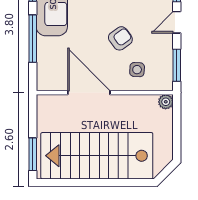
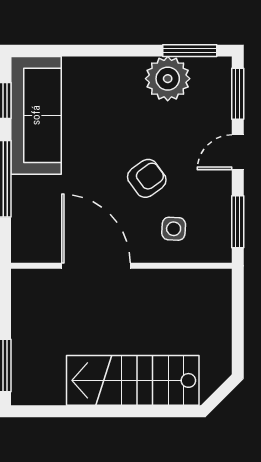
plant: (166, 102) -> (220, 281), removed
stairs: (97, 156) -> (133, 380), width x0.73, depth x0.66

